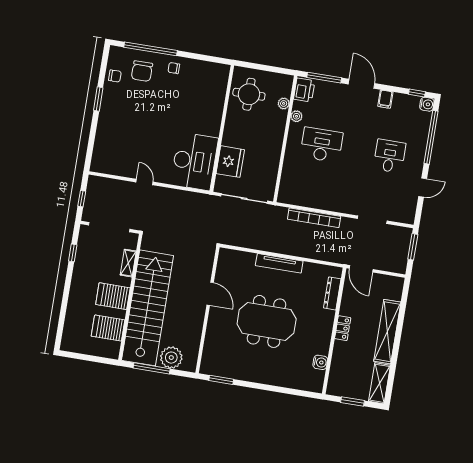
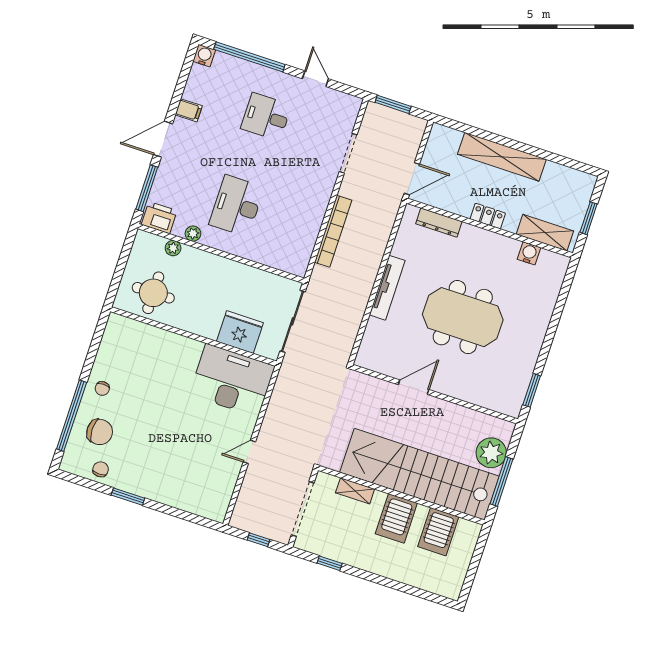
window: (417, 93) -> (187, 66), removed
meeting table: (267, 321) -> (463, 317), turned 90
shelving: (379, 383) -> (545, 233), moved

